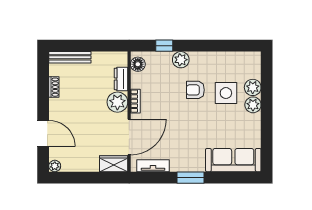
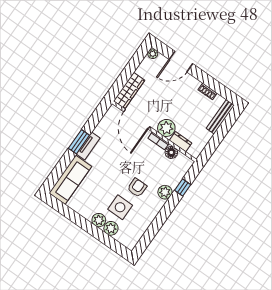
floor lamp: (138, 64) -> (171, 152), moved
wardrobe: (114, 164) -> (129, 91), width x1.50
tv unit: (153, 166) -> (88, 146), moved

